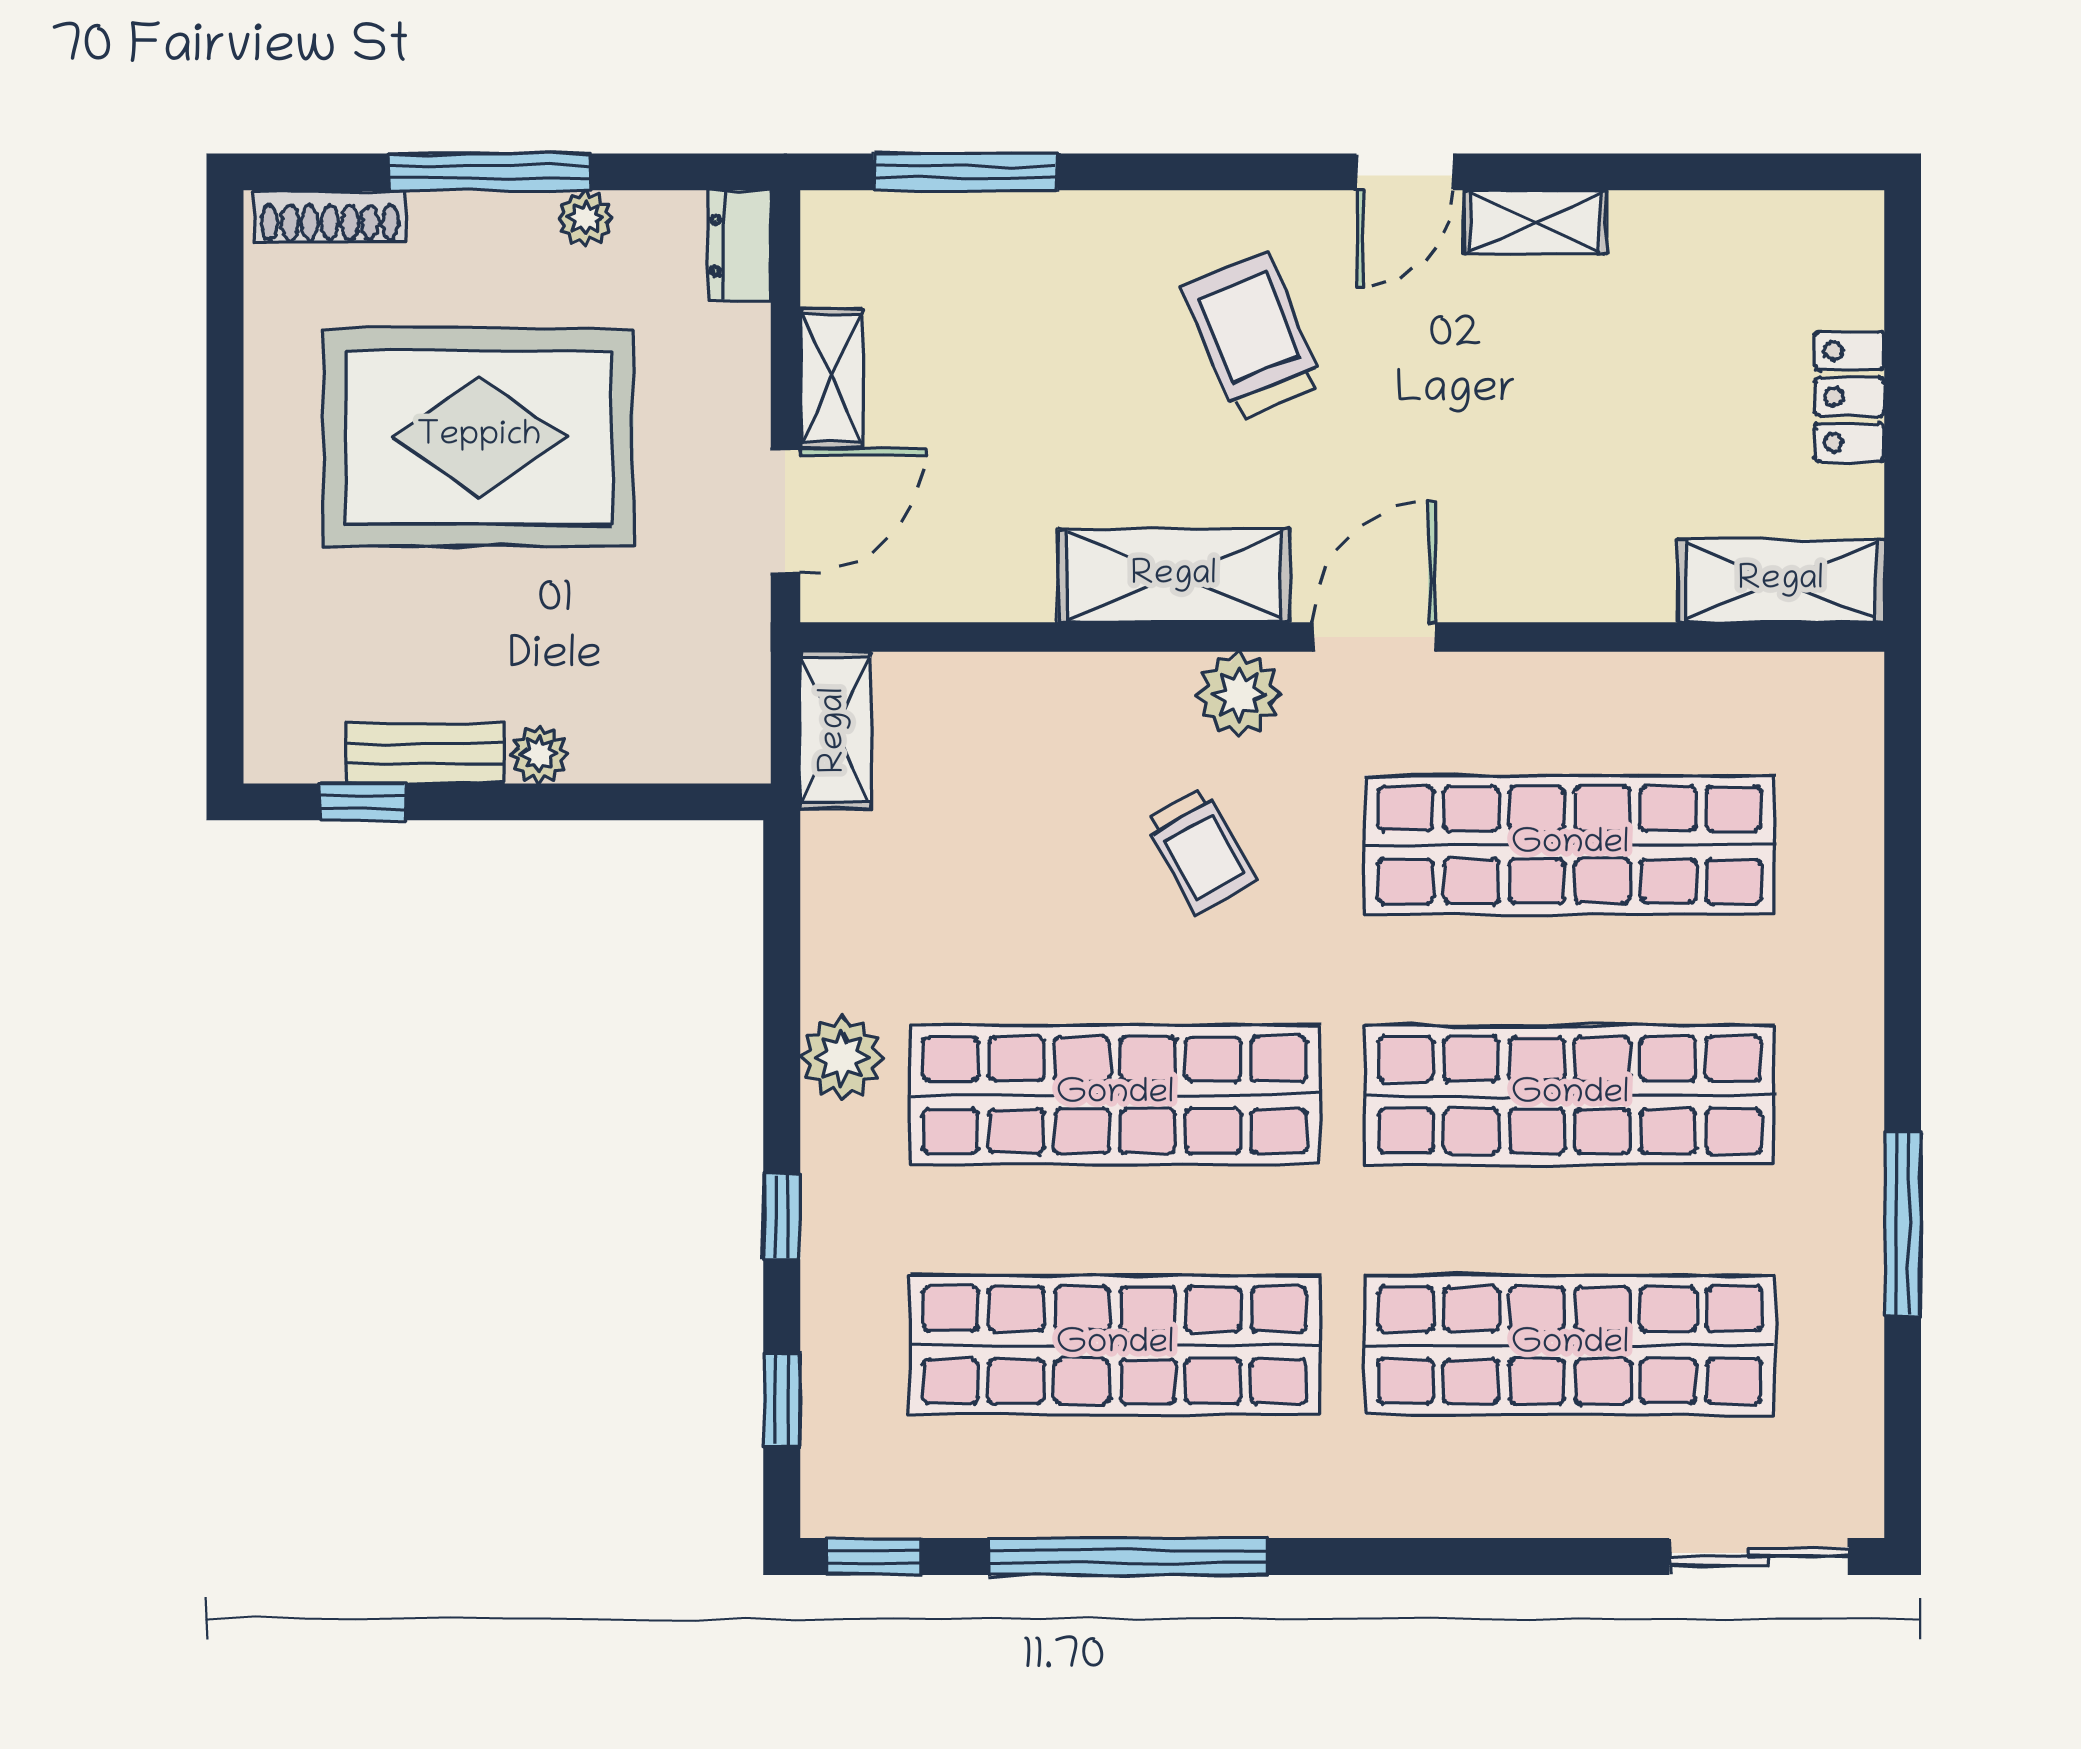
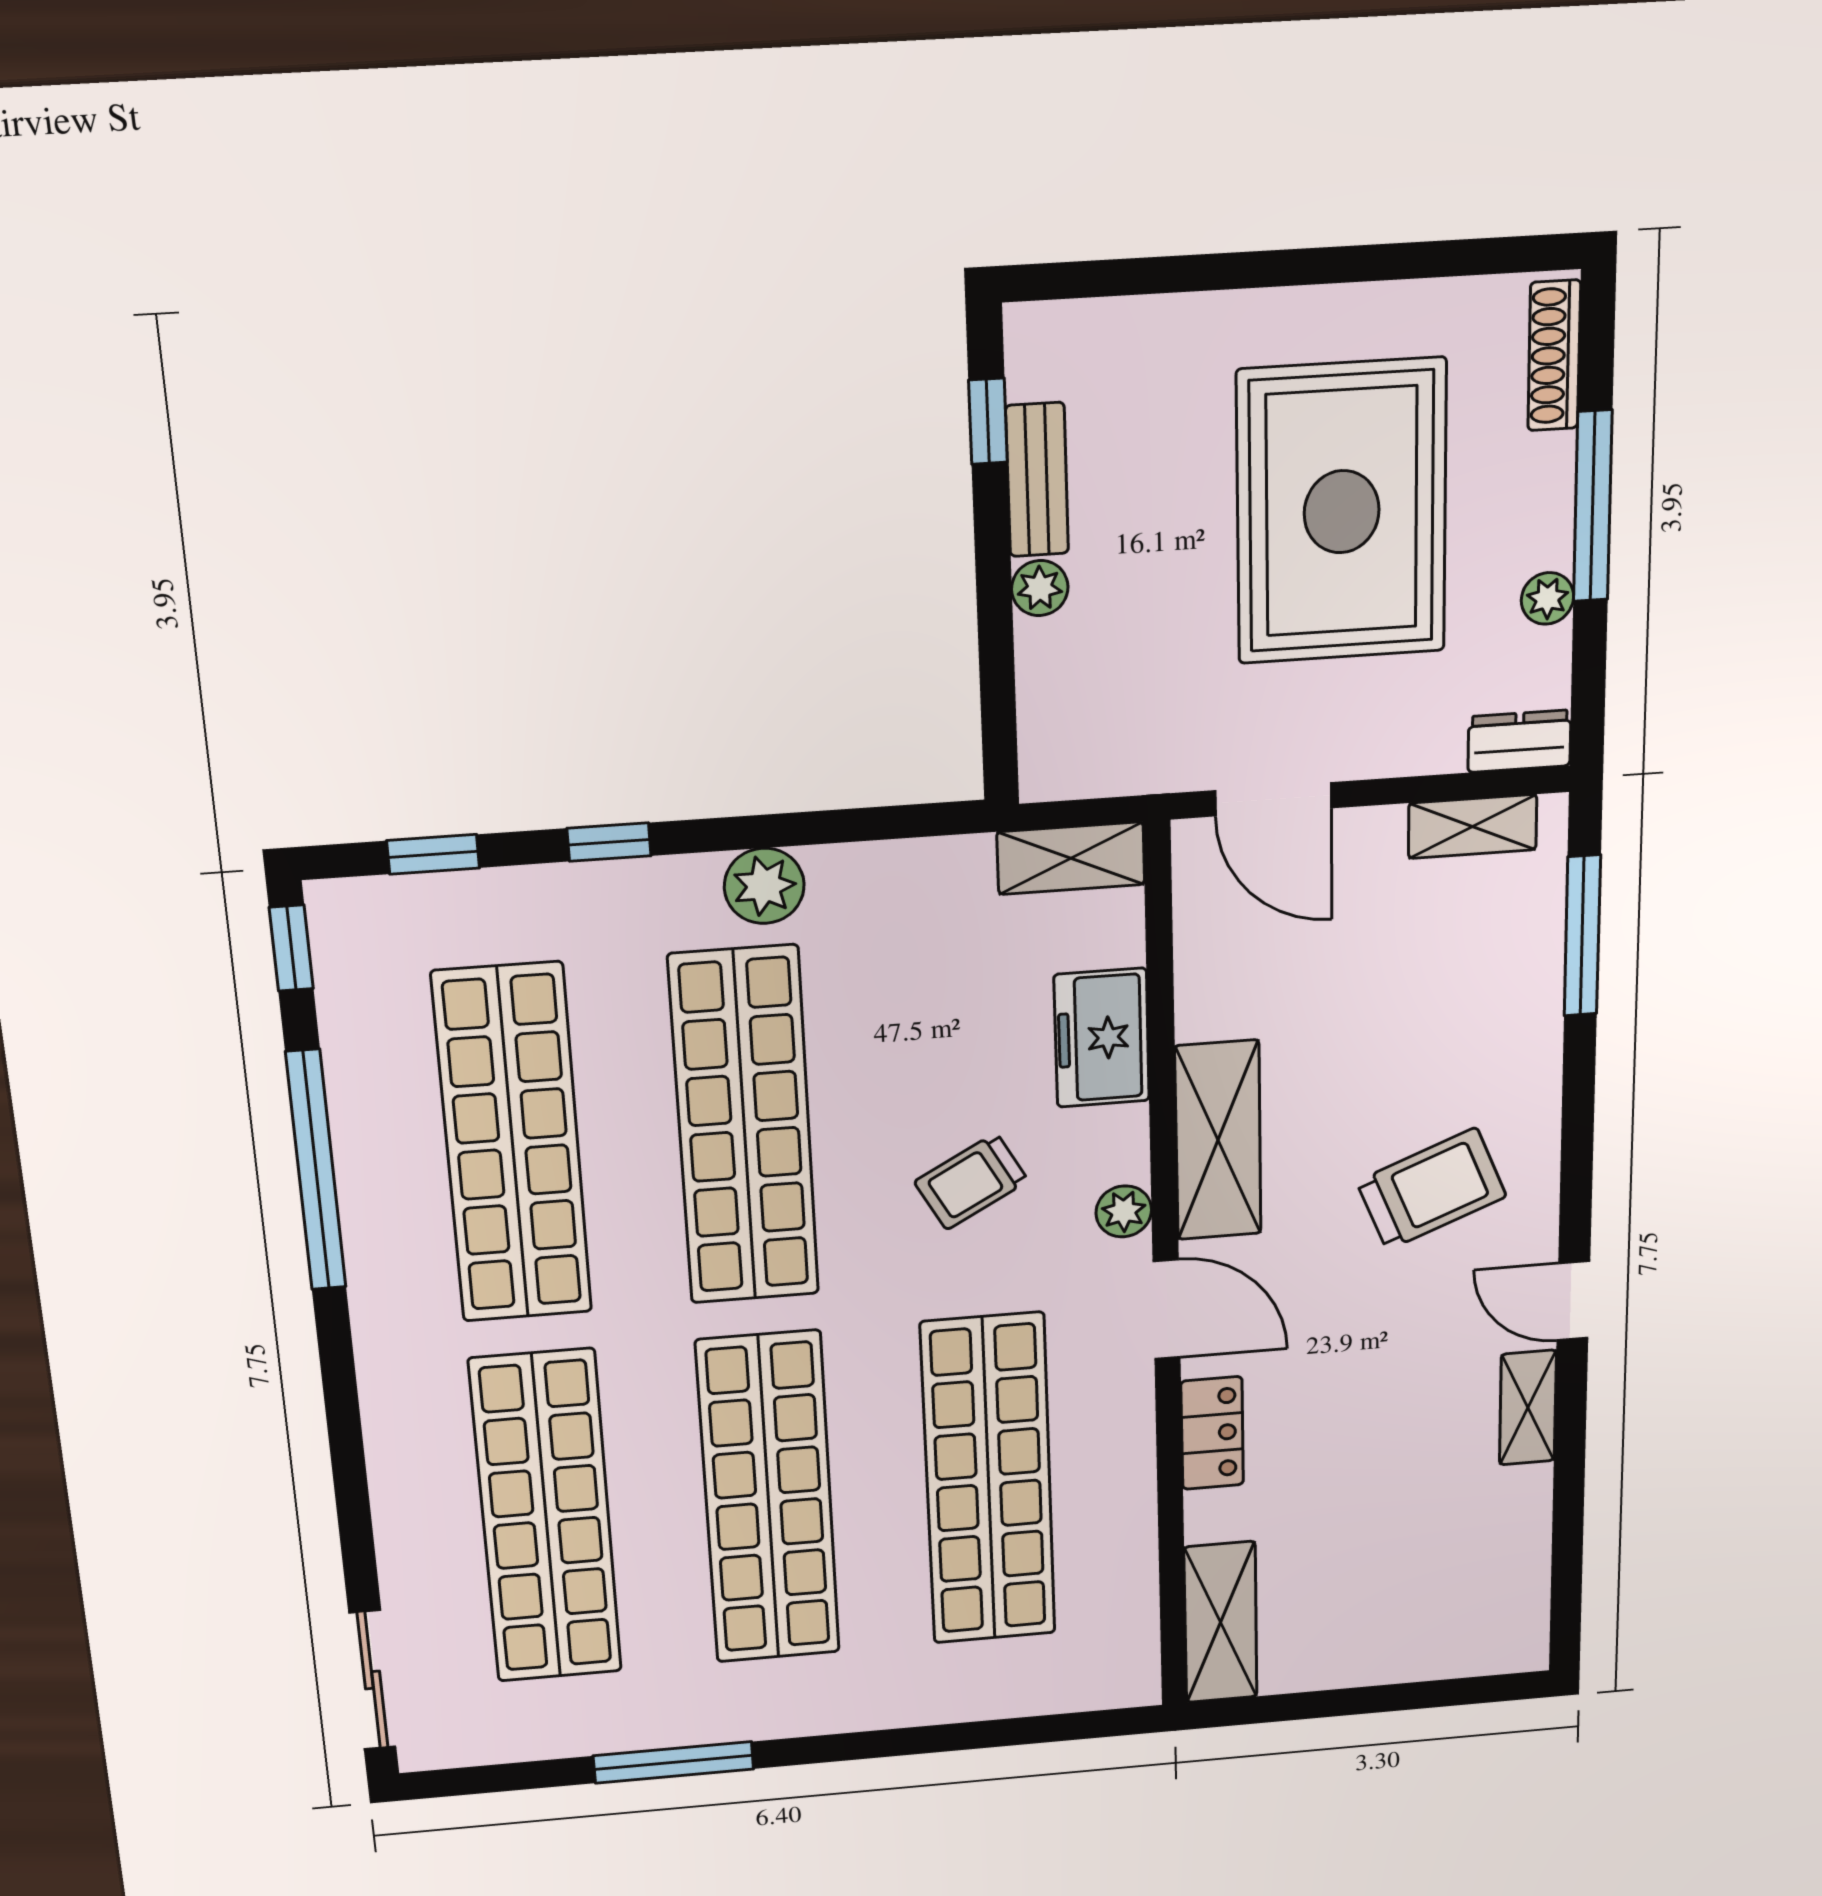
shelving: (831, 378) -> (1473, 826), moved
locker: (1850, 397) -> (1212, 1433), moved, turned 90
plant: (1239, 694) -> (1124, 1211), width x0.73, depth x0.73
freezer: (1043, 702) -> (1102, 1038), added

